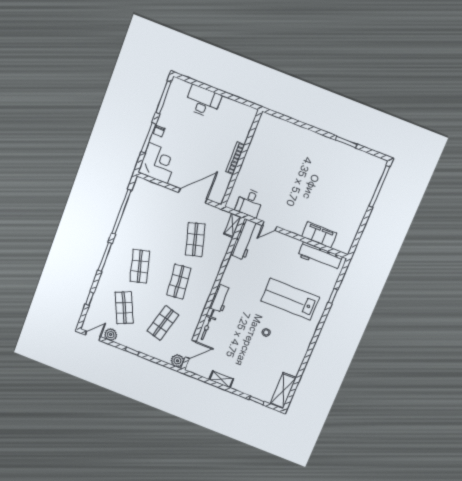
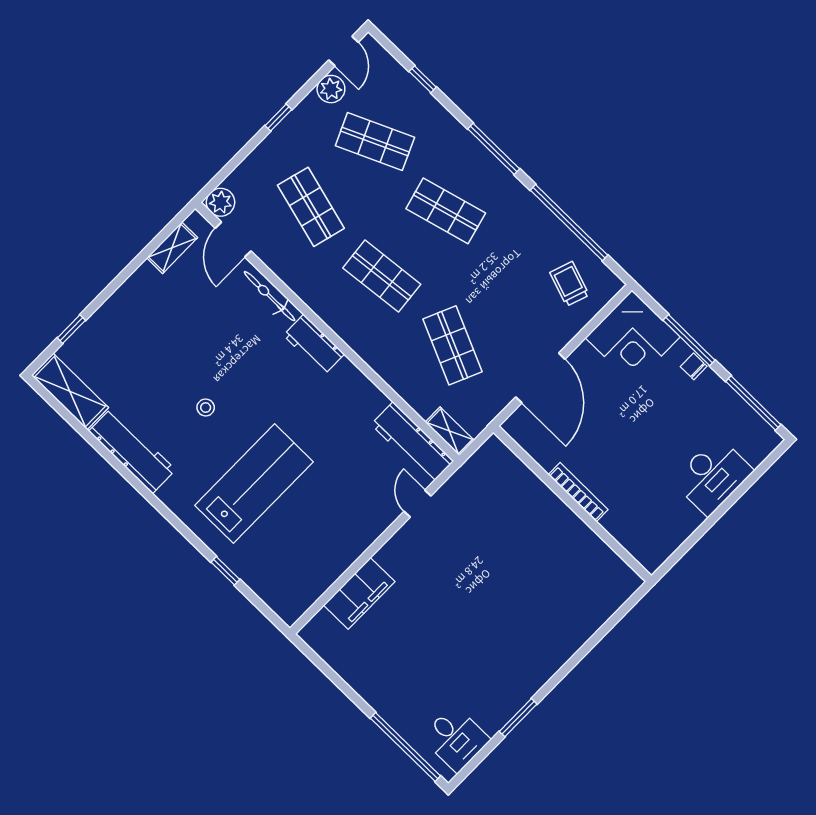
trolley: (147, 201) -> (569, 284), added
desk: (249, 203) -> (456, 738), moved, turned 180
shop shelf: (195, 240) -> (453, 345), turned 39
workbench: (320, 256) -> (132, 451), moved, turned 90
shelving: (221, 379) -> (172, 248), moved

